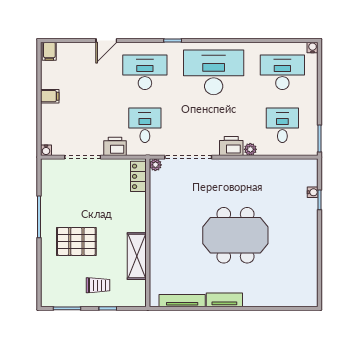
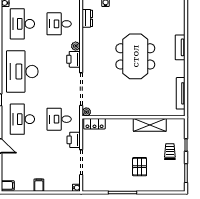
dresser: (290, 166) -> (87, 18), added
pallet: (76, 241) -> (140, 167), width x0.67, depth x0.71
tv unit: (224, 300) -> (180, 47), moved

